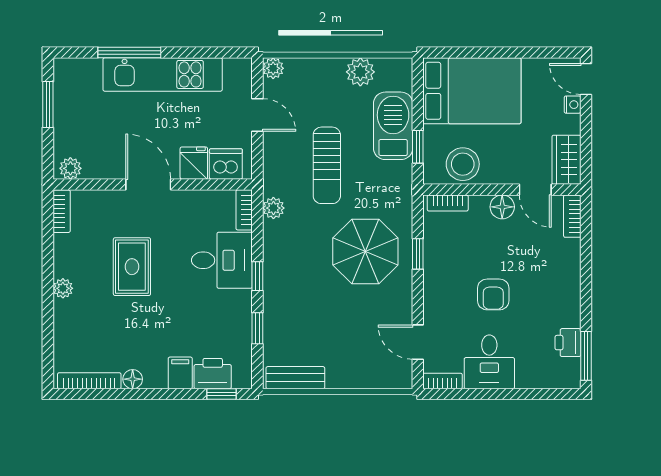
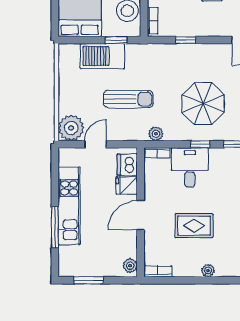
plant: (273, 68) -> (71, 128), width x1.87, depth x1.87
plant: (360, 72) -> (67, 77), removed
parasol: (365, 252) -> (203, 104), moved

